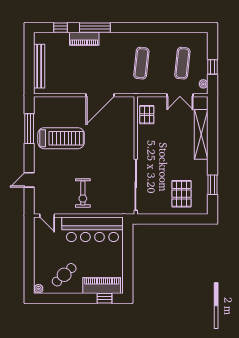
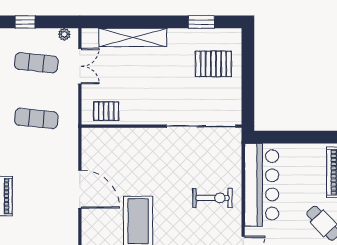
window: (212, 67) -> (25, 22), moved
door: (100, 95) -> (80, 189), moved

